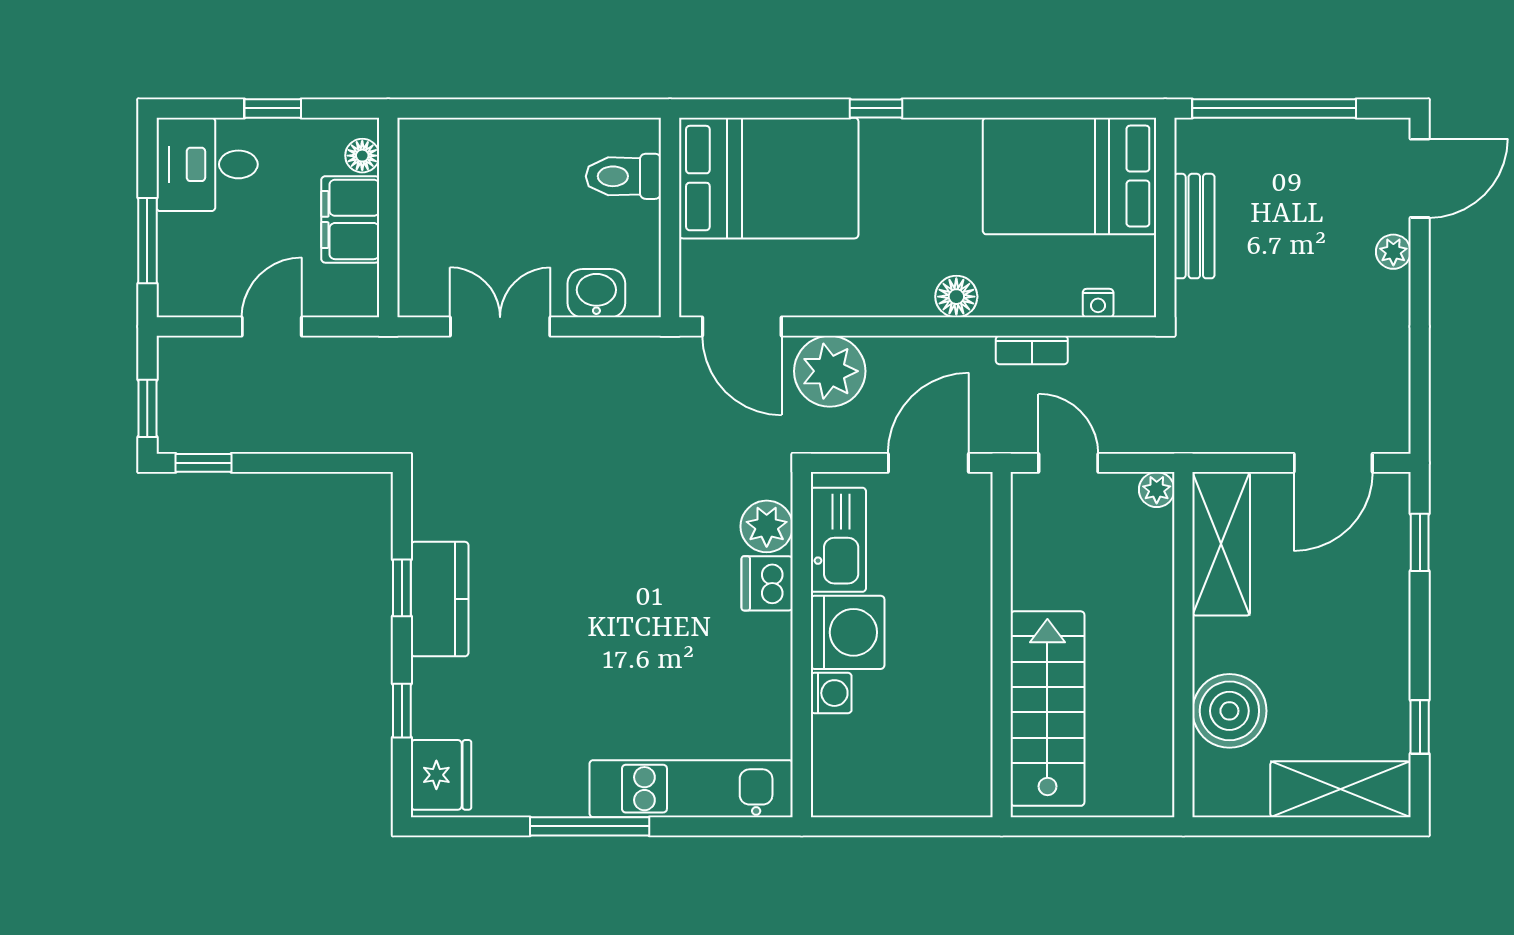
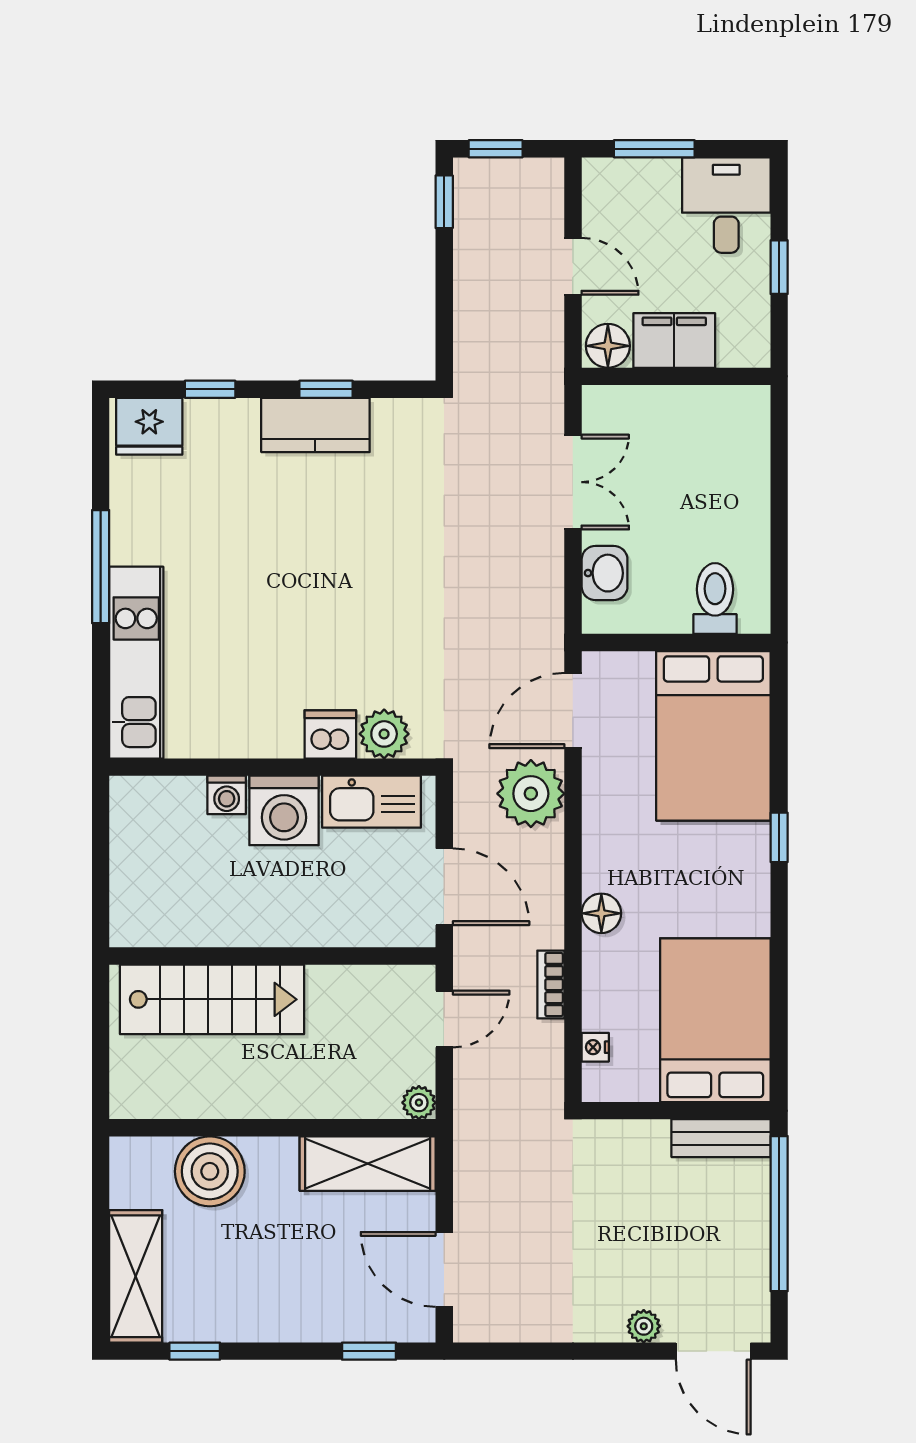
floor lamp: (362, 156) -> (608, 346), moved, width x1.37, depth x1.37
bench: (1194, 226) -> (721, 1138), moved

